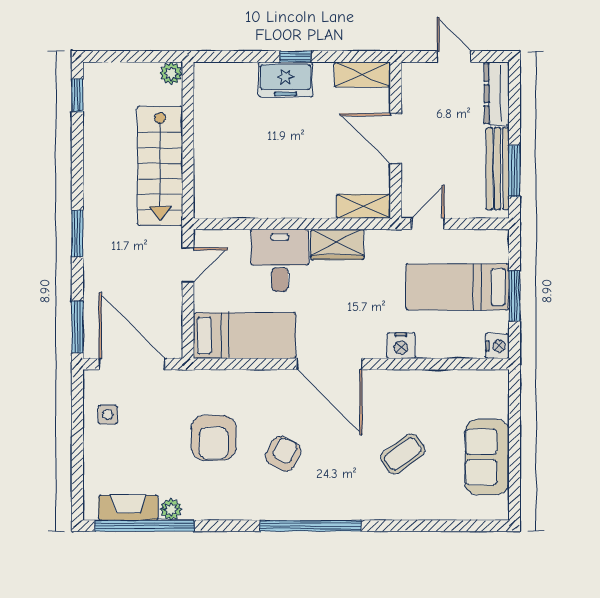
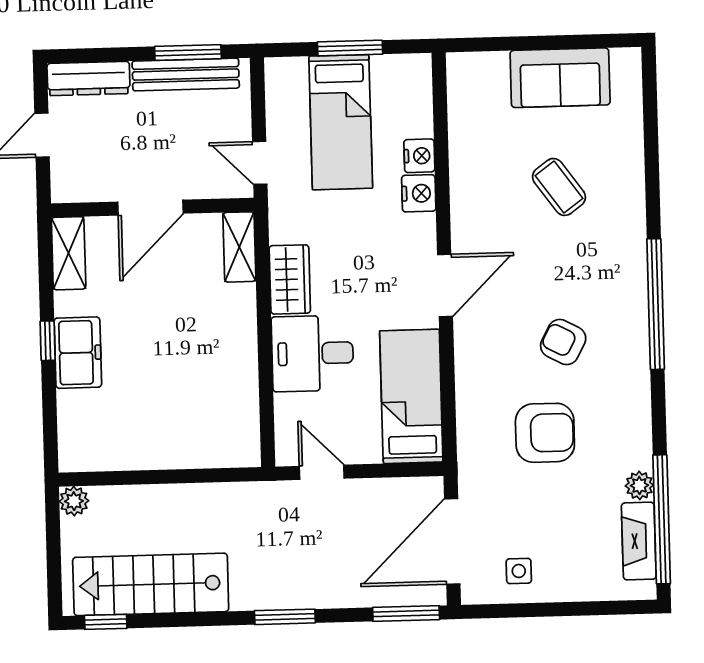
stairs: (160, 166) -> (151, 584), moved, turned 180
nightstand: (497, 346) -> (419, 156), moved, turned 90
door: (329, 364) -> (445, 286), width x0.73

